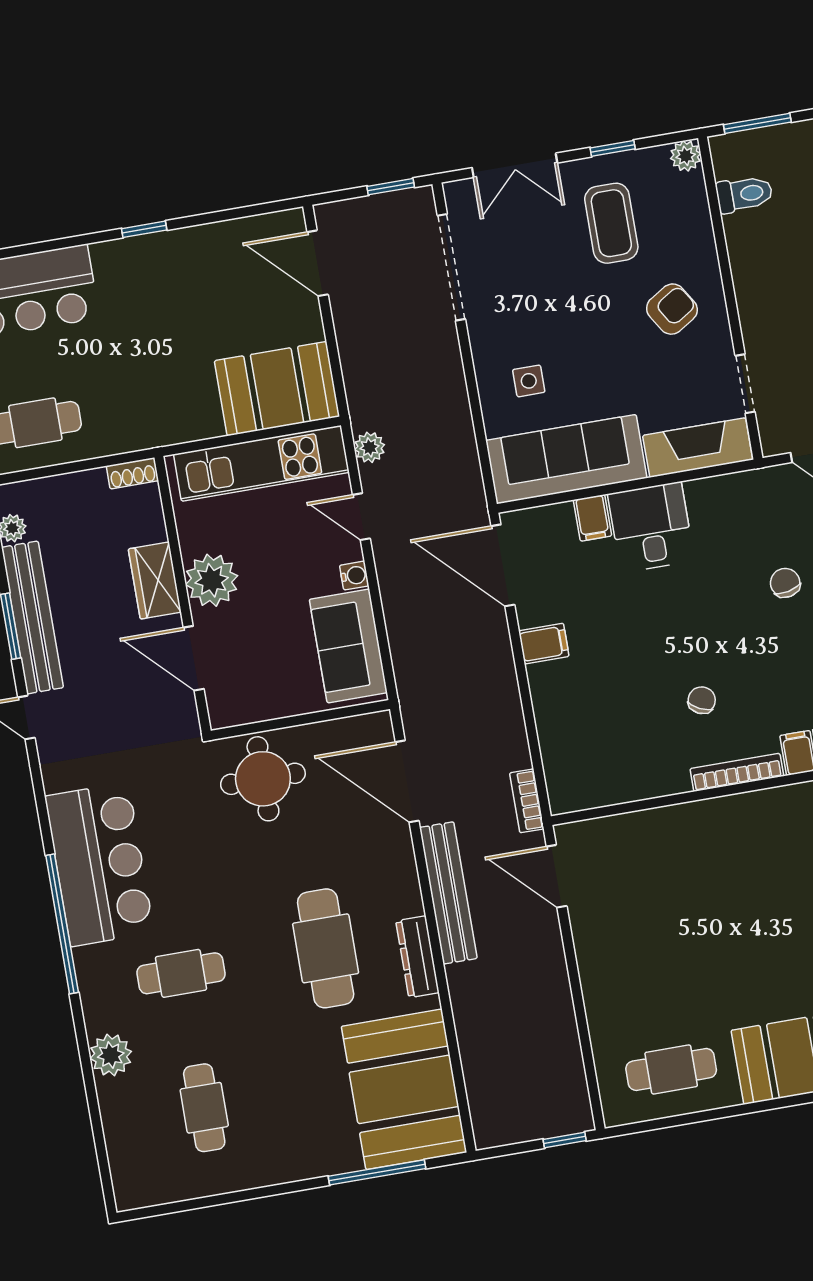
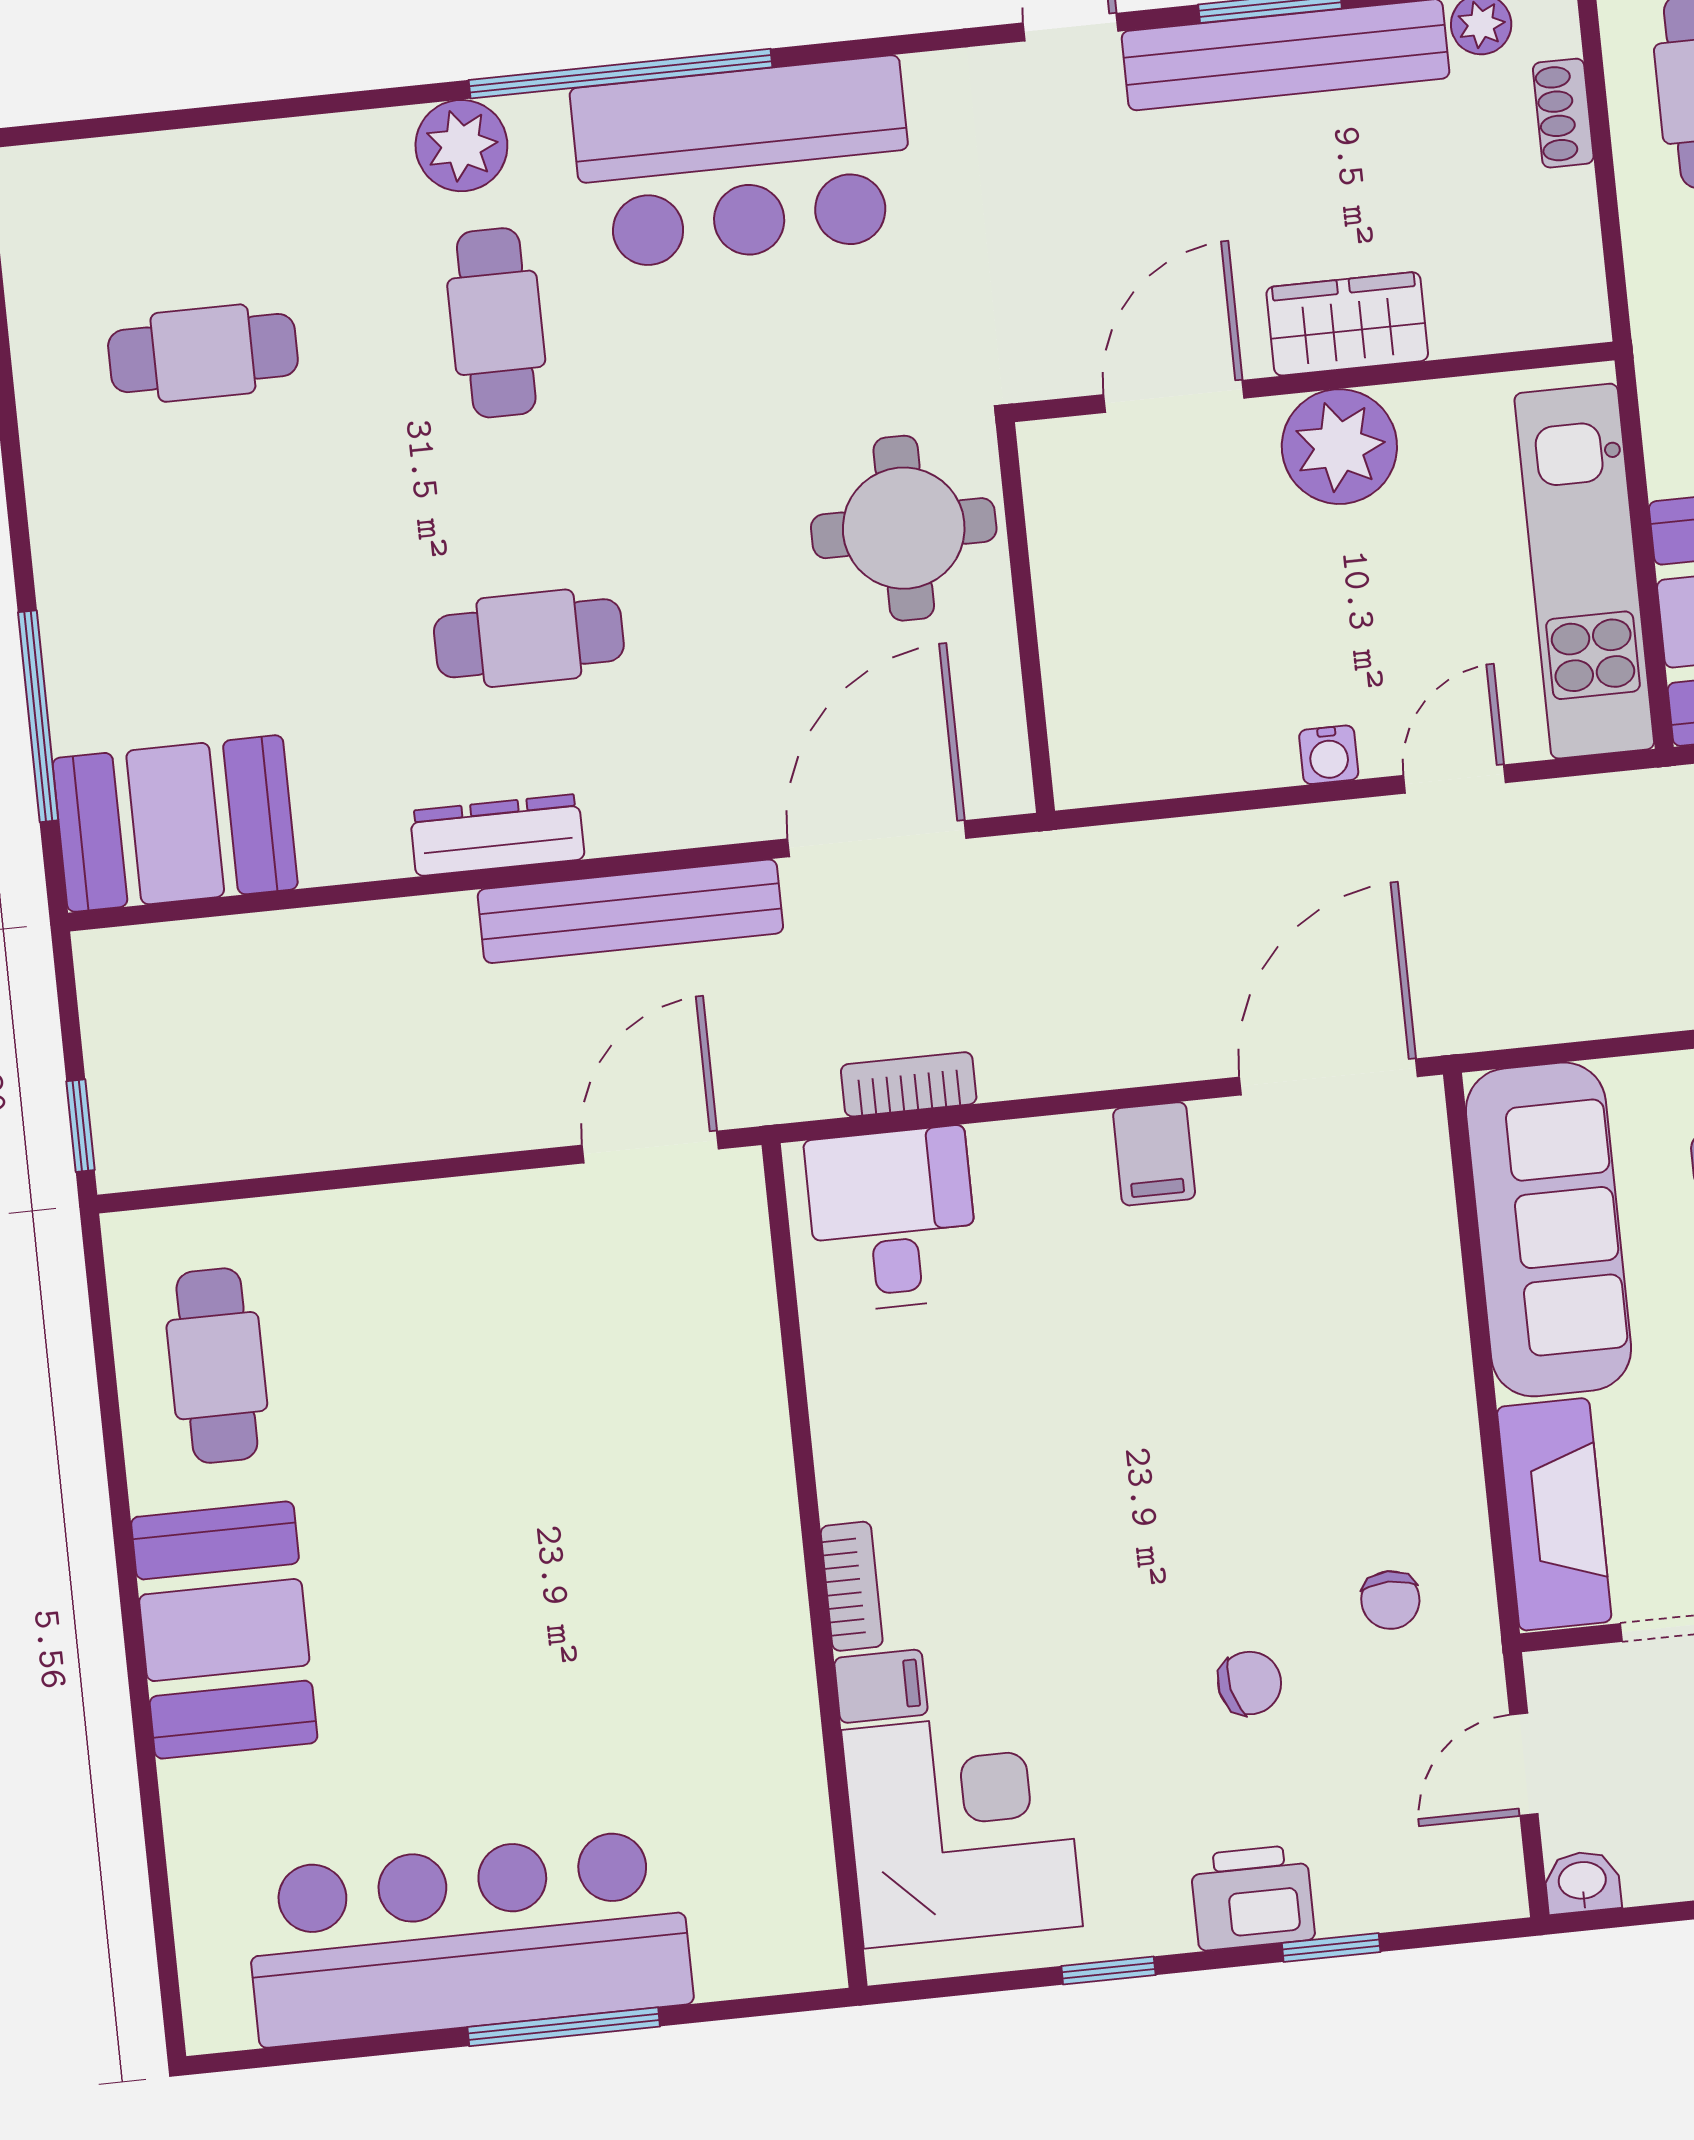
plant: (370, 447) -> (1603, 807), removed
shoe rack: (132, 473) -> (1563, 113), moved
filing cabinet: (592, 518) -> (1418, 1277), removed
desk: (651, 527) -> (892, 1219), moved, turned -90
sofa: (348, 646) -> (1178, 732), removed
chair: (702, 700) -> (1390, 1600), moved, turned 64
bookcase: (737, 772) -> (852, 1586), width x0.64
bookcase: (527, 801) -> (909, 1084), moved
cafe table: (326, 948) -> (529, 638), width x0.73, depth x0.74
plant: (111, 1055) -> (461, 146), moved
booth: (404, 1089) -> (175, 824), width x0.73, depth x0.70

